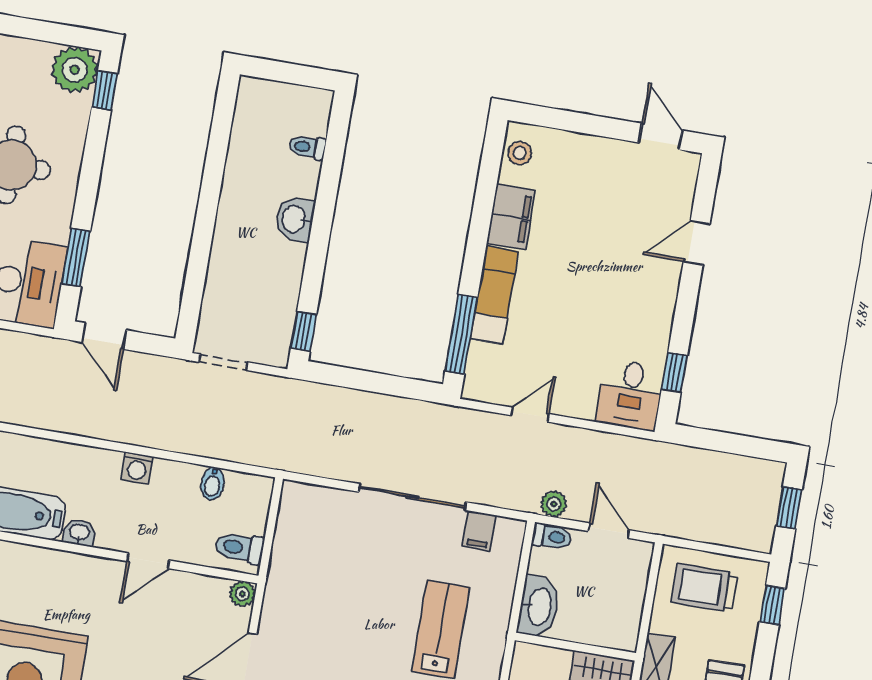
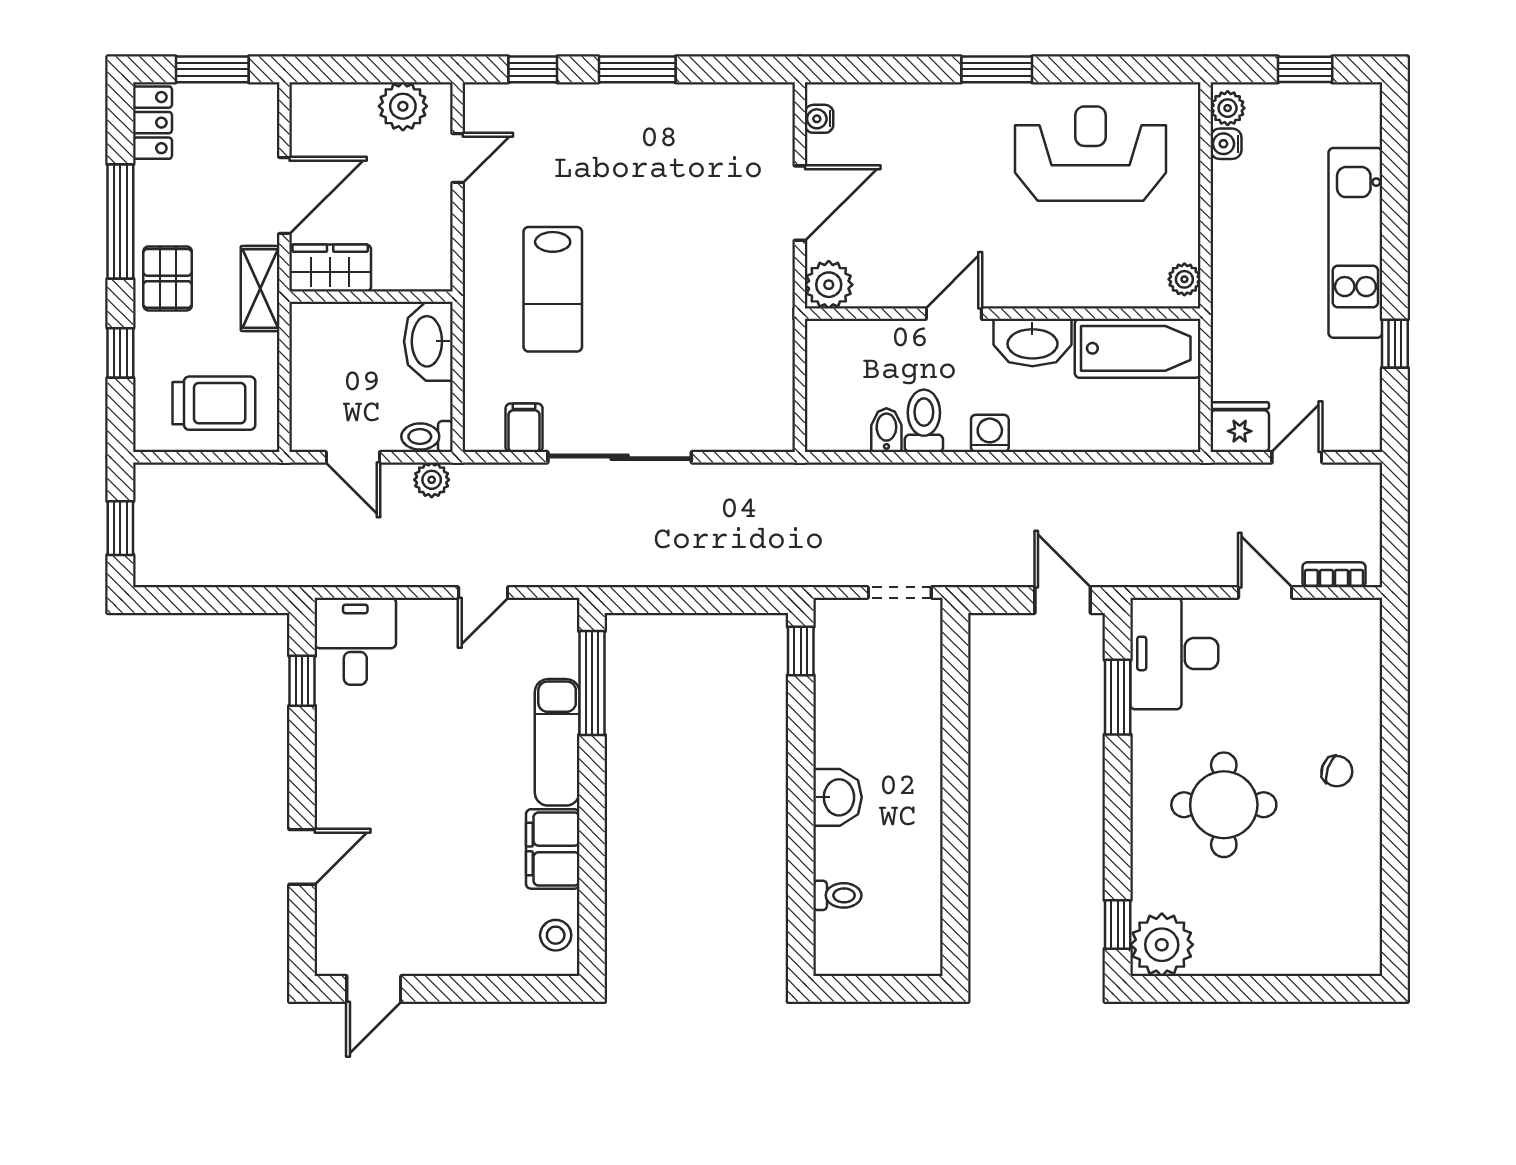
door: (660, 136) -> (374, 989), hinge flipped
washbasin: (79, 533) -> (1032, 342), width x1.91, depth x1.45
toilet: (240, 548) -> (924, 421), moved, turned -90
plant: (242, 594) -> (829, 285), width x1.38, depth x1.38
window: (772, 605) -> (120, 353), moved

